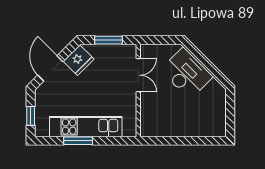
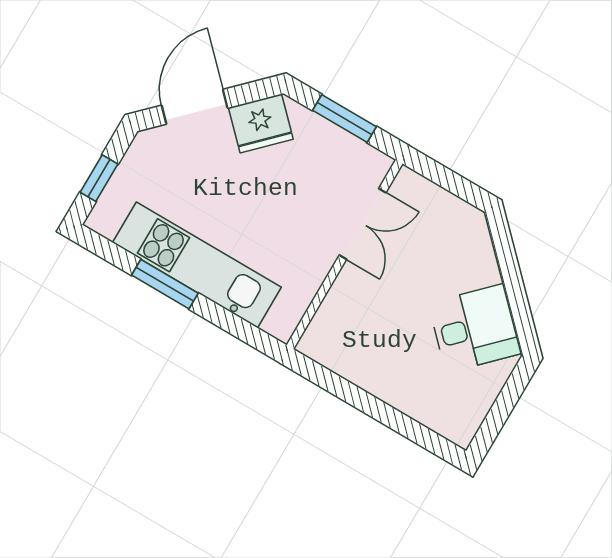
desk: (187, 73) -> (475, 328), moved, width x0.73

